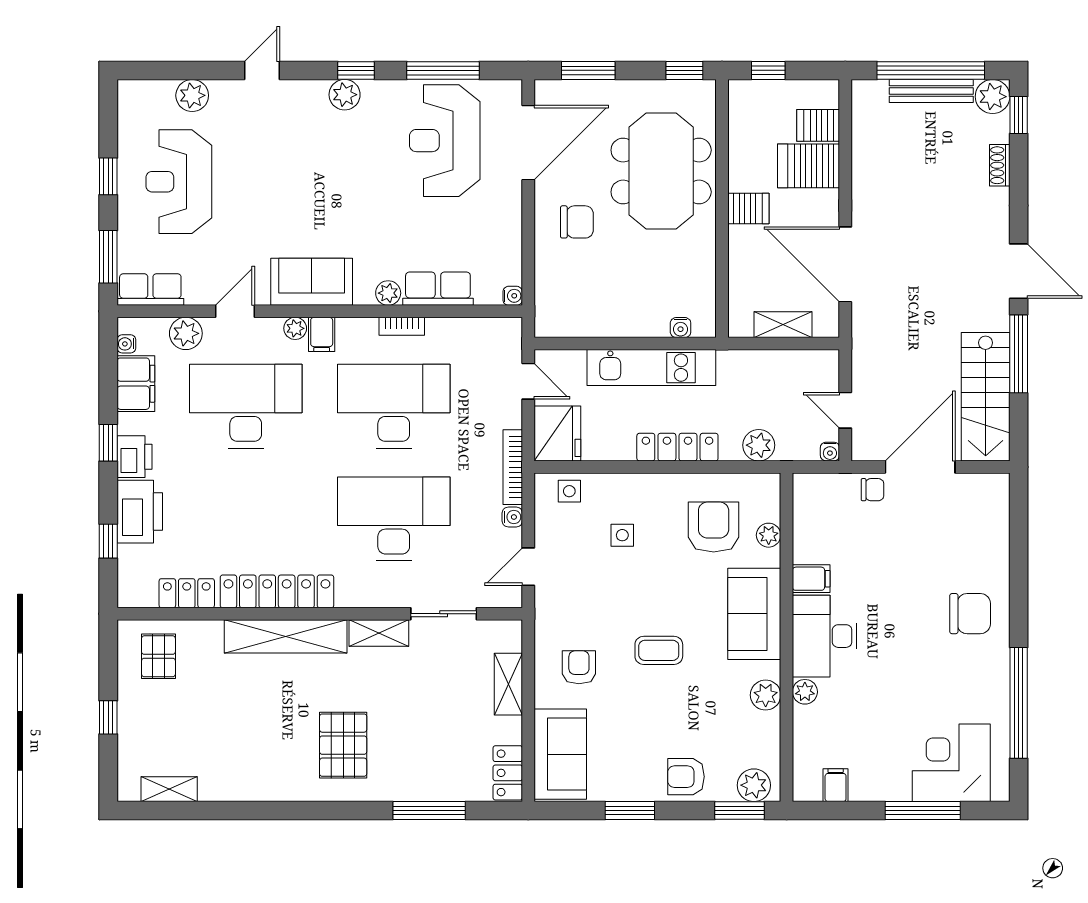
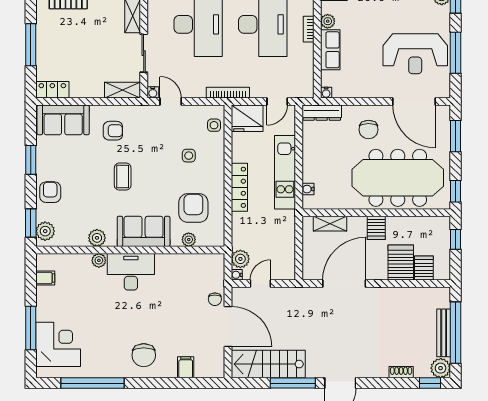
reception desk: (445, 141) -> (415, 54), turned 180
meeting table: (661, 171) -> (398, 178), width x1.36
dresser: (547, 304) -> (322, 113), added
shelving: (783, 325) -> (330, 224), moved, turned 90
plant: (759, 445) -> (240, 259), moved
water cooler: (512, 517) -> (153, 92), moved
armchair: (714, 527) -> (193, 208), turned -90
filing cabinet: (811, 579) -> (186, 367), moved, turned 180
shelving: (508, 684) -> (122, 90), moved

